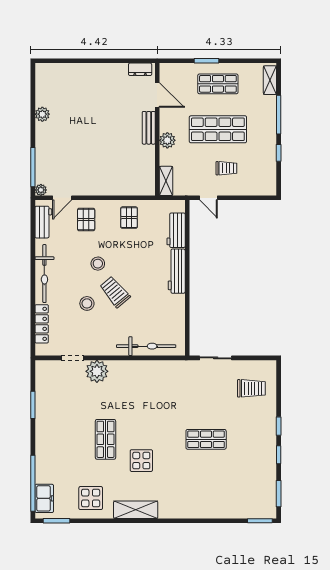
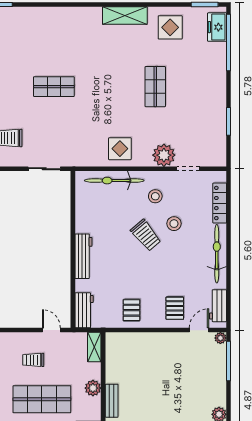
workbench: (176, 230) -> (84, 310), moved
stool: (98, 264) -> (155, 196), moved
display table: (141, 461) -> (120, 149), moved

